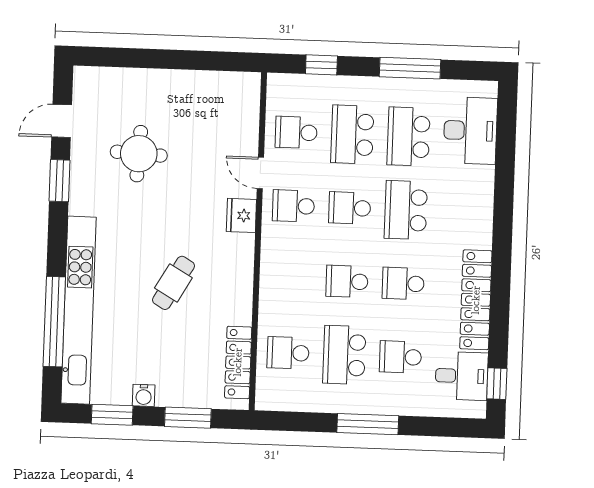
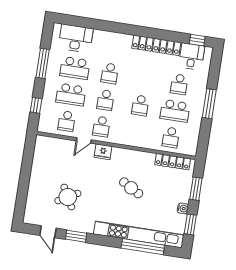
round table: (139, 154) -> (68, 197), turned -32
school desk: (406, 210) -> (110, 73), width x0.54
school desk: (403, 283) -> (144, 79), removed

